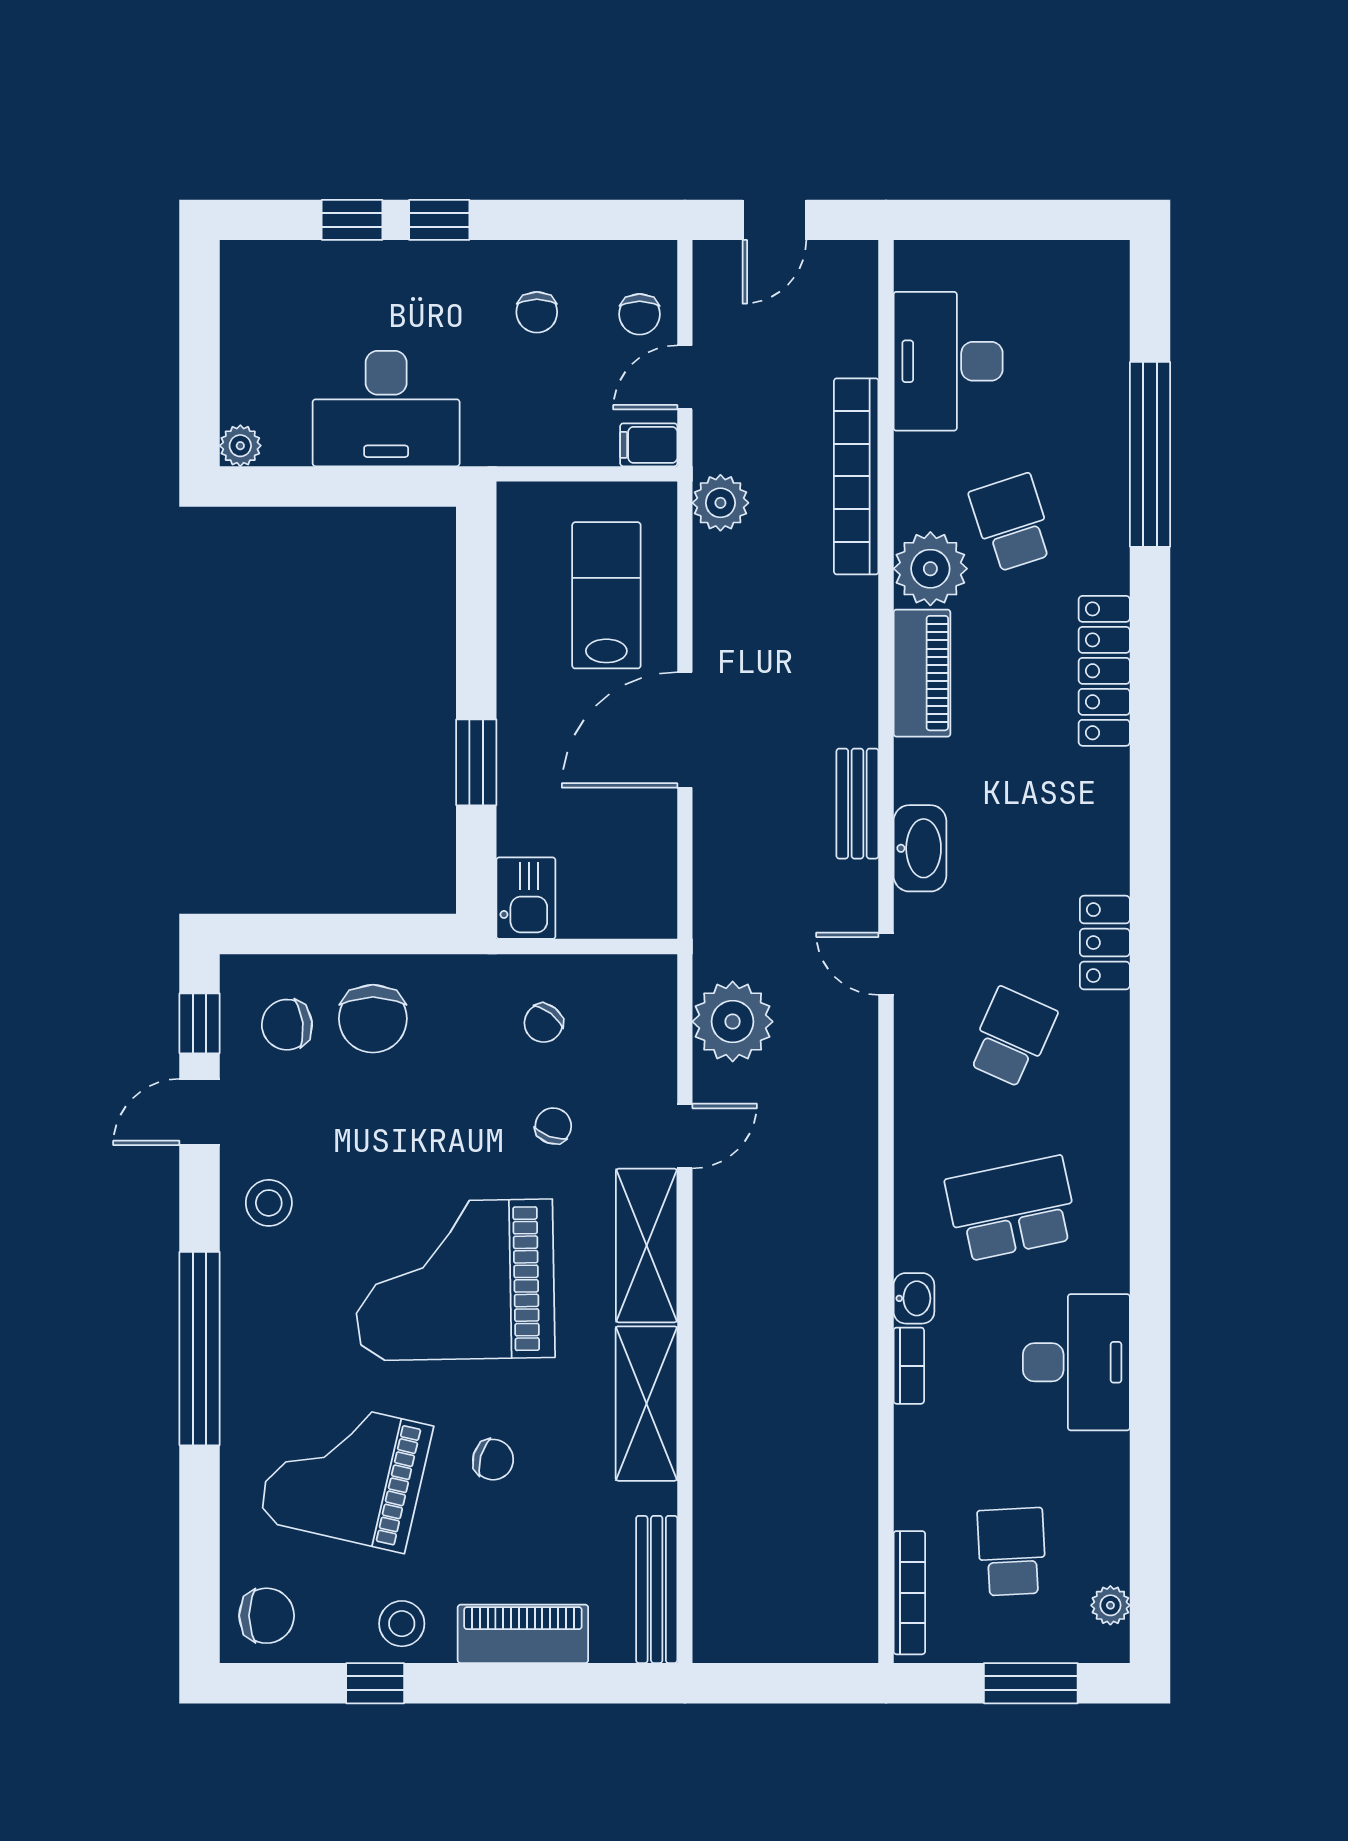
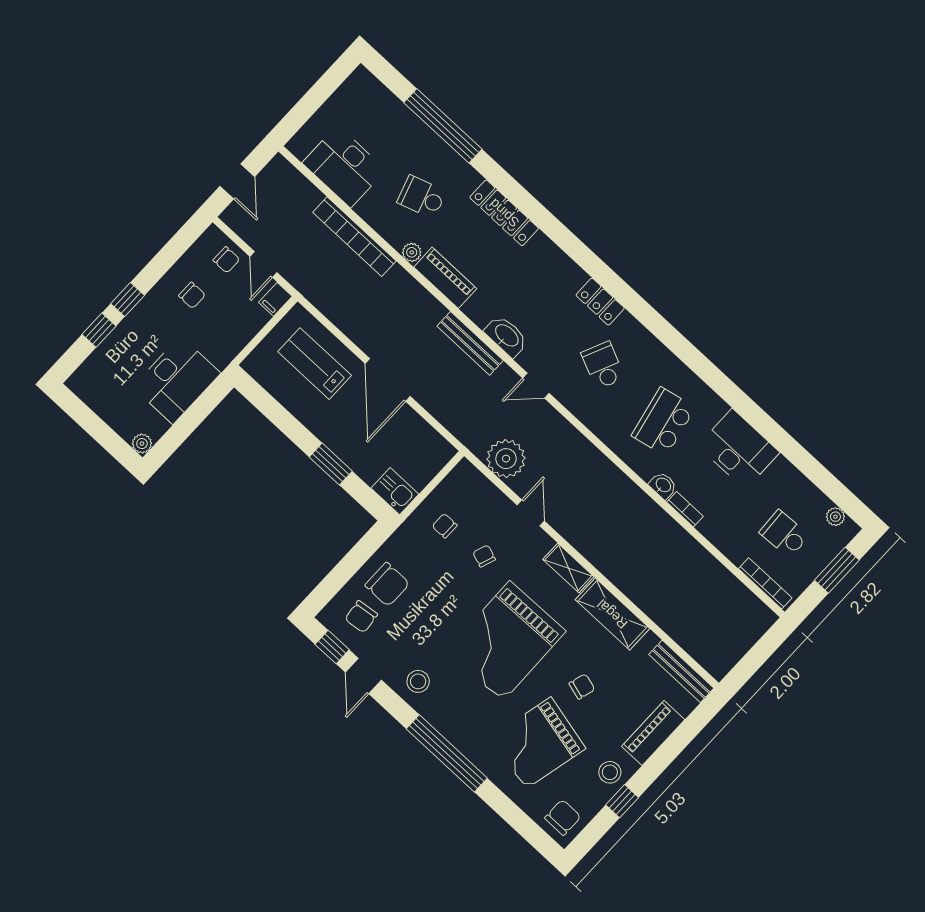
plant: (720, 503) -> (319, 293), removed
plant: (930, 569) -> (412, 252), width x0.53, depth x0.53
bench: (857, 804) -> (470, 343), width x1.36
chair: (543, 1023) -> (445, 526), turned 142
shelving: (647, 1245) -> (568, 568), width x0.67, depth x0.75

